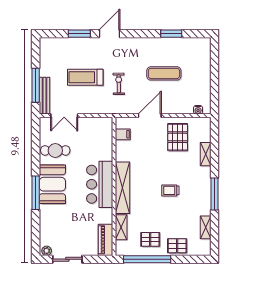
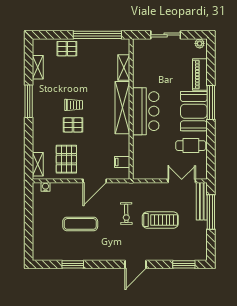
window: (79, 34) -> (184, 264), moved
shelving: (206, 154) -> (38, 164), moved
pallet: (150, 239) -> (73, 125), moved
piano: (106, 240) -> (200, 74), moved, turned 180
sliding door: (67, 259) -> (166, 35), moved

